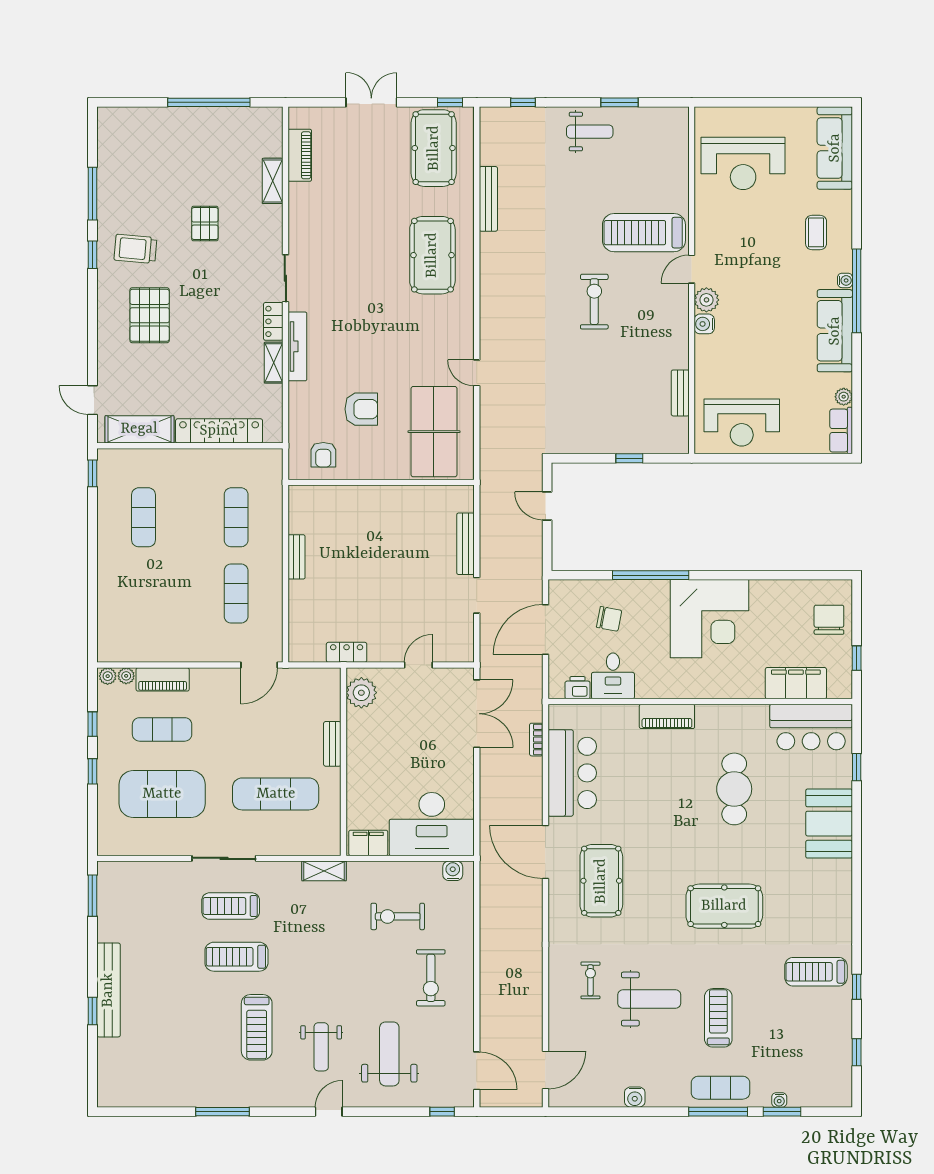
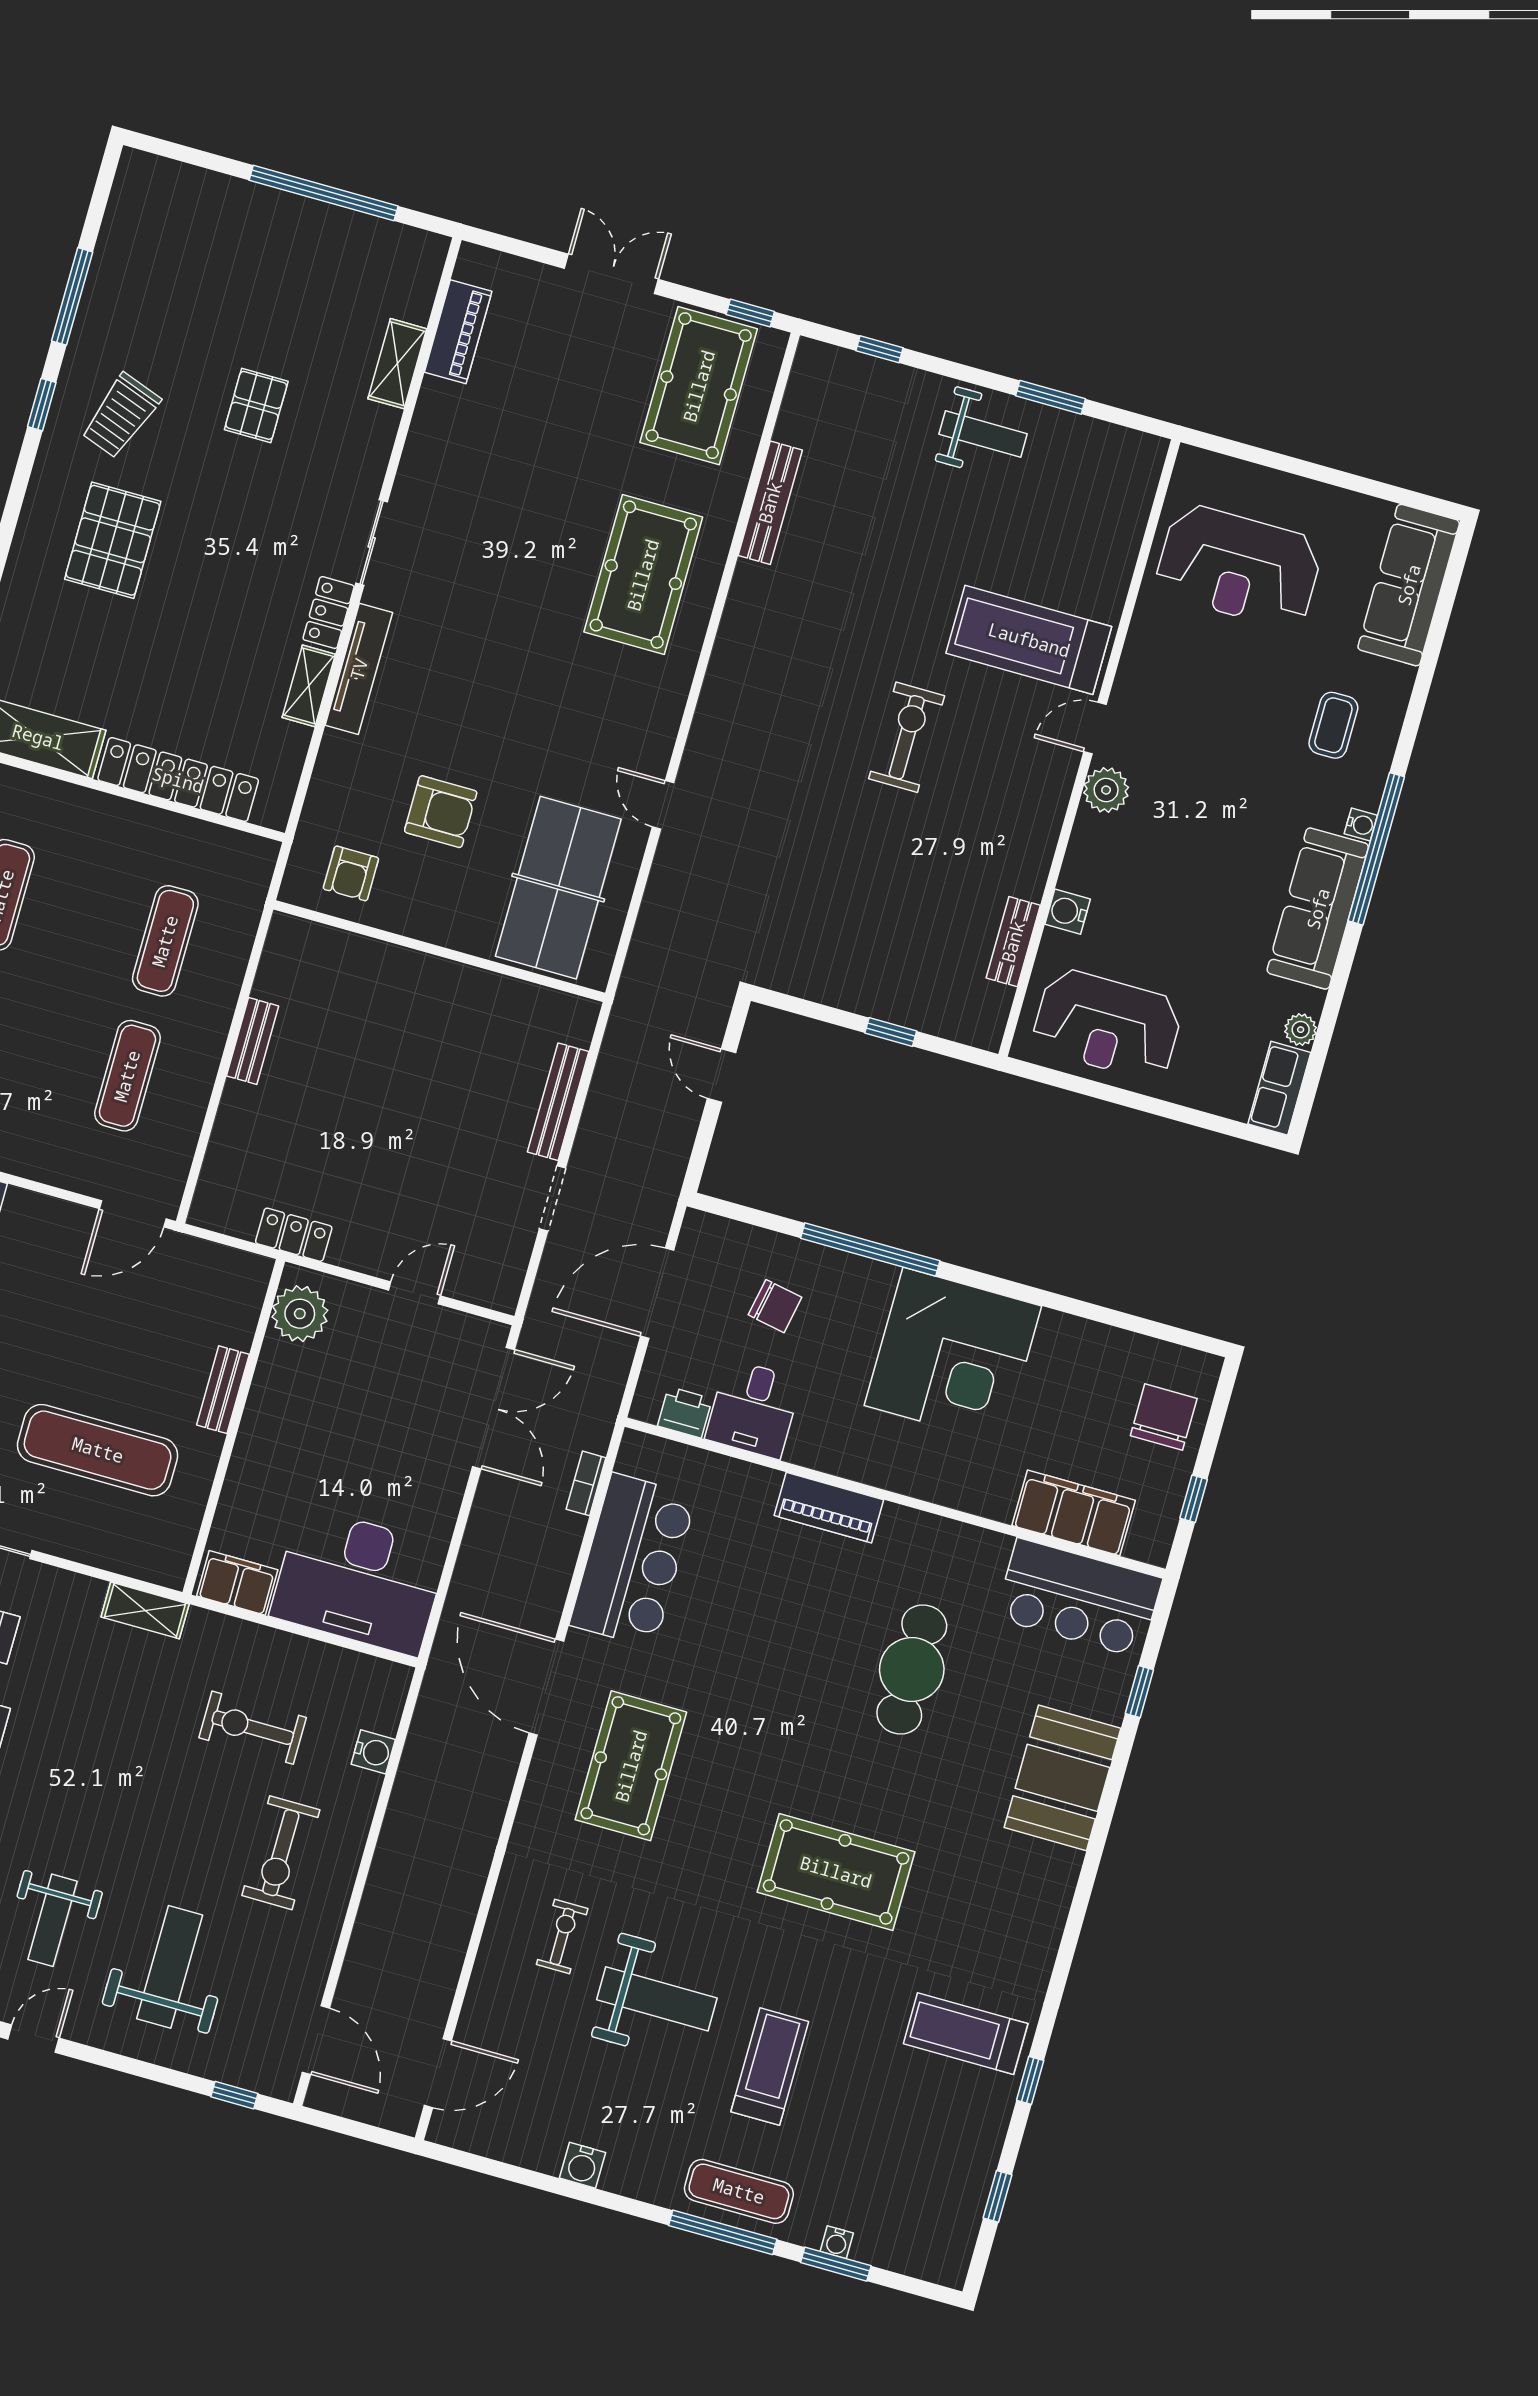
trolley: (135, 249) -> (121, 416), turned -75
water cooler: (704, 324) -> (1068, 912), moved
water cooler: (453, 871) -> (373, 1752), moved, turned 90

